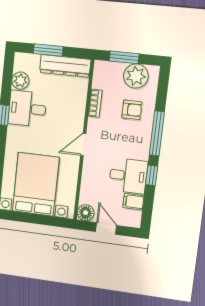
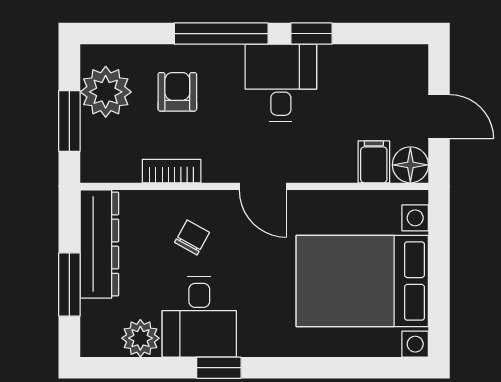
chair: (64, 109) -> (192, 237), added
desk: (128, 176) -> (281, 83), moved
filing cabinet: (133, 202) -> (374, 162), moved, turned 180
door: (106, 228) -> (439, 117), swing flipped

